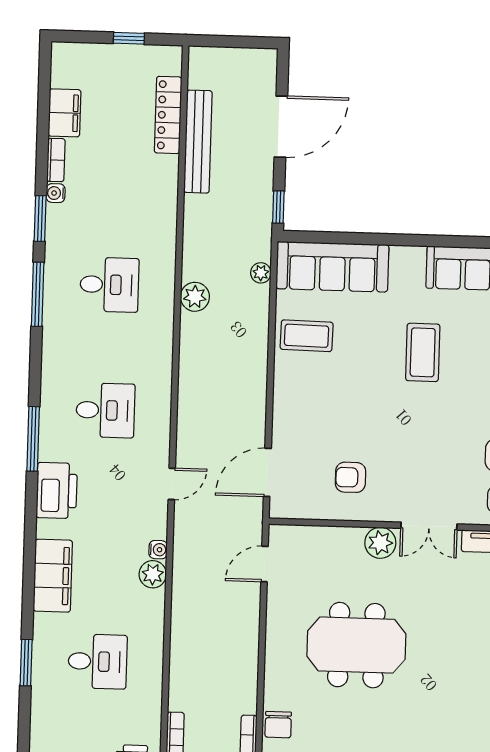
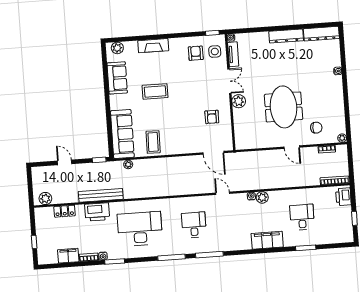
window: (129, 38) -> (34, 242), moved
locker: (168, 115) -> (65, 211), width x0.66
door: (281, 127) -> (65, 162), width x0.53
bench: (198, 142) -> (101, 195), moved
desk: (109, 285) -> (140, 229), width x1.87, depth x1.30
window: (38, 294) -> (172, 257), moved
plant: (195, 297) -> (45, 199), moved
printer: (57, 491) -> (97, 212), moved, turned 180
door: (264, 564) -> (292, 147), moved
chair: (278, 725) -> (316, 128), moved

